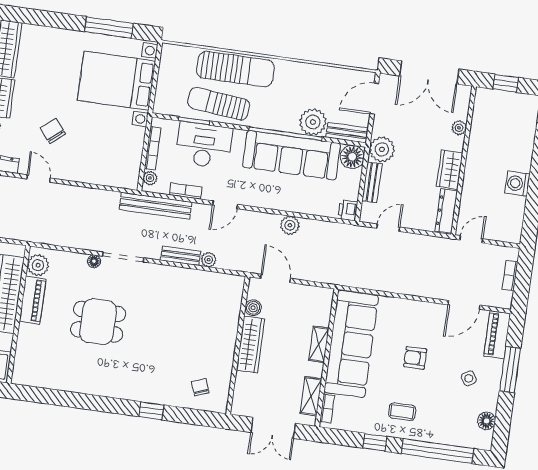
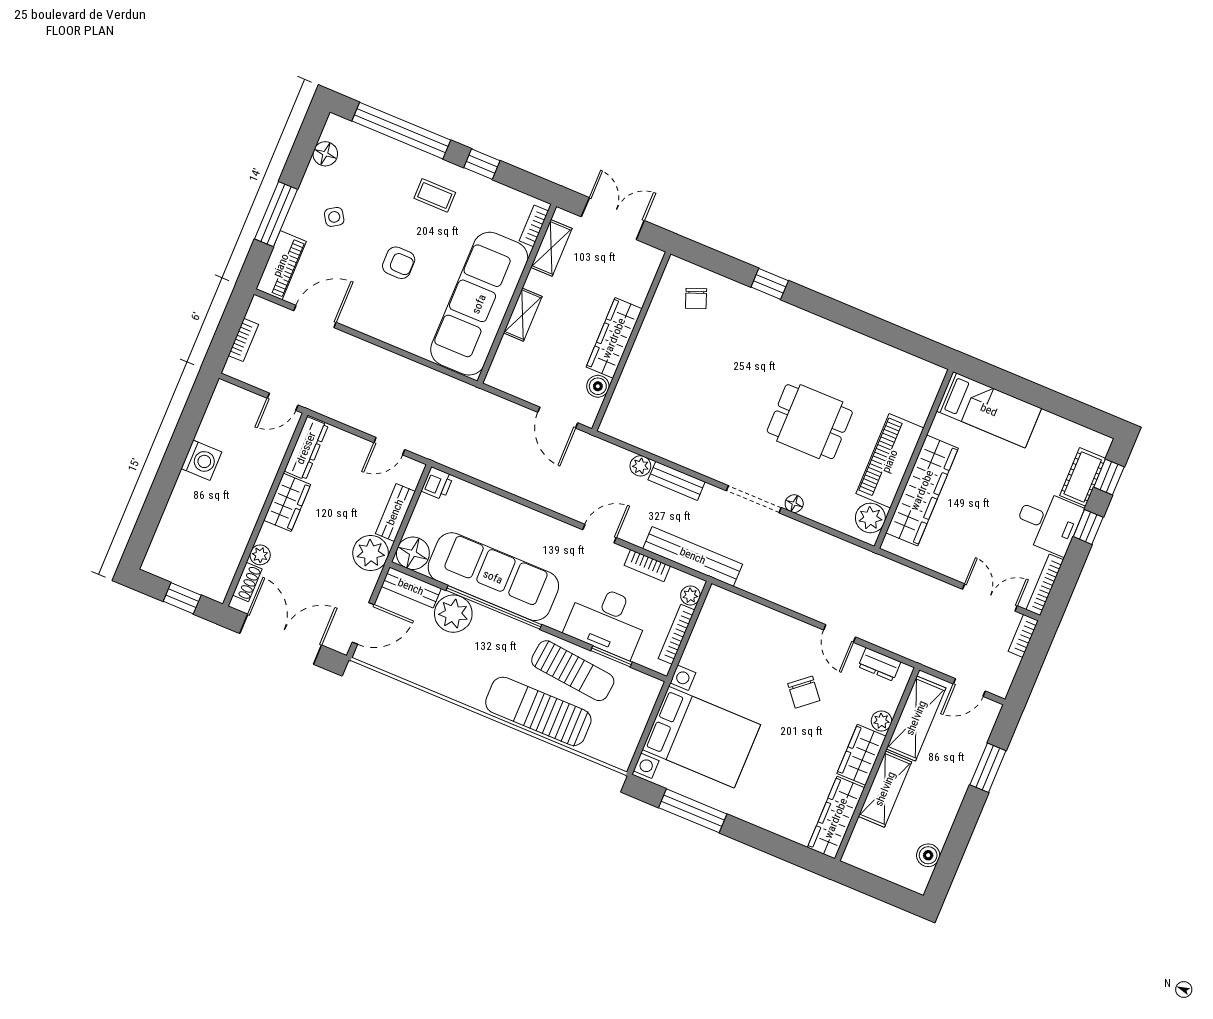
shoe rack: (463, 107) -> (247, 582), added
plant: (290, 225) -> (520, 484), removed
piano: (33, 300) -> (890, 461), width x1.37, depth x1.33

